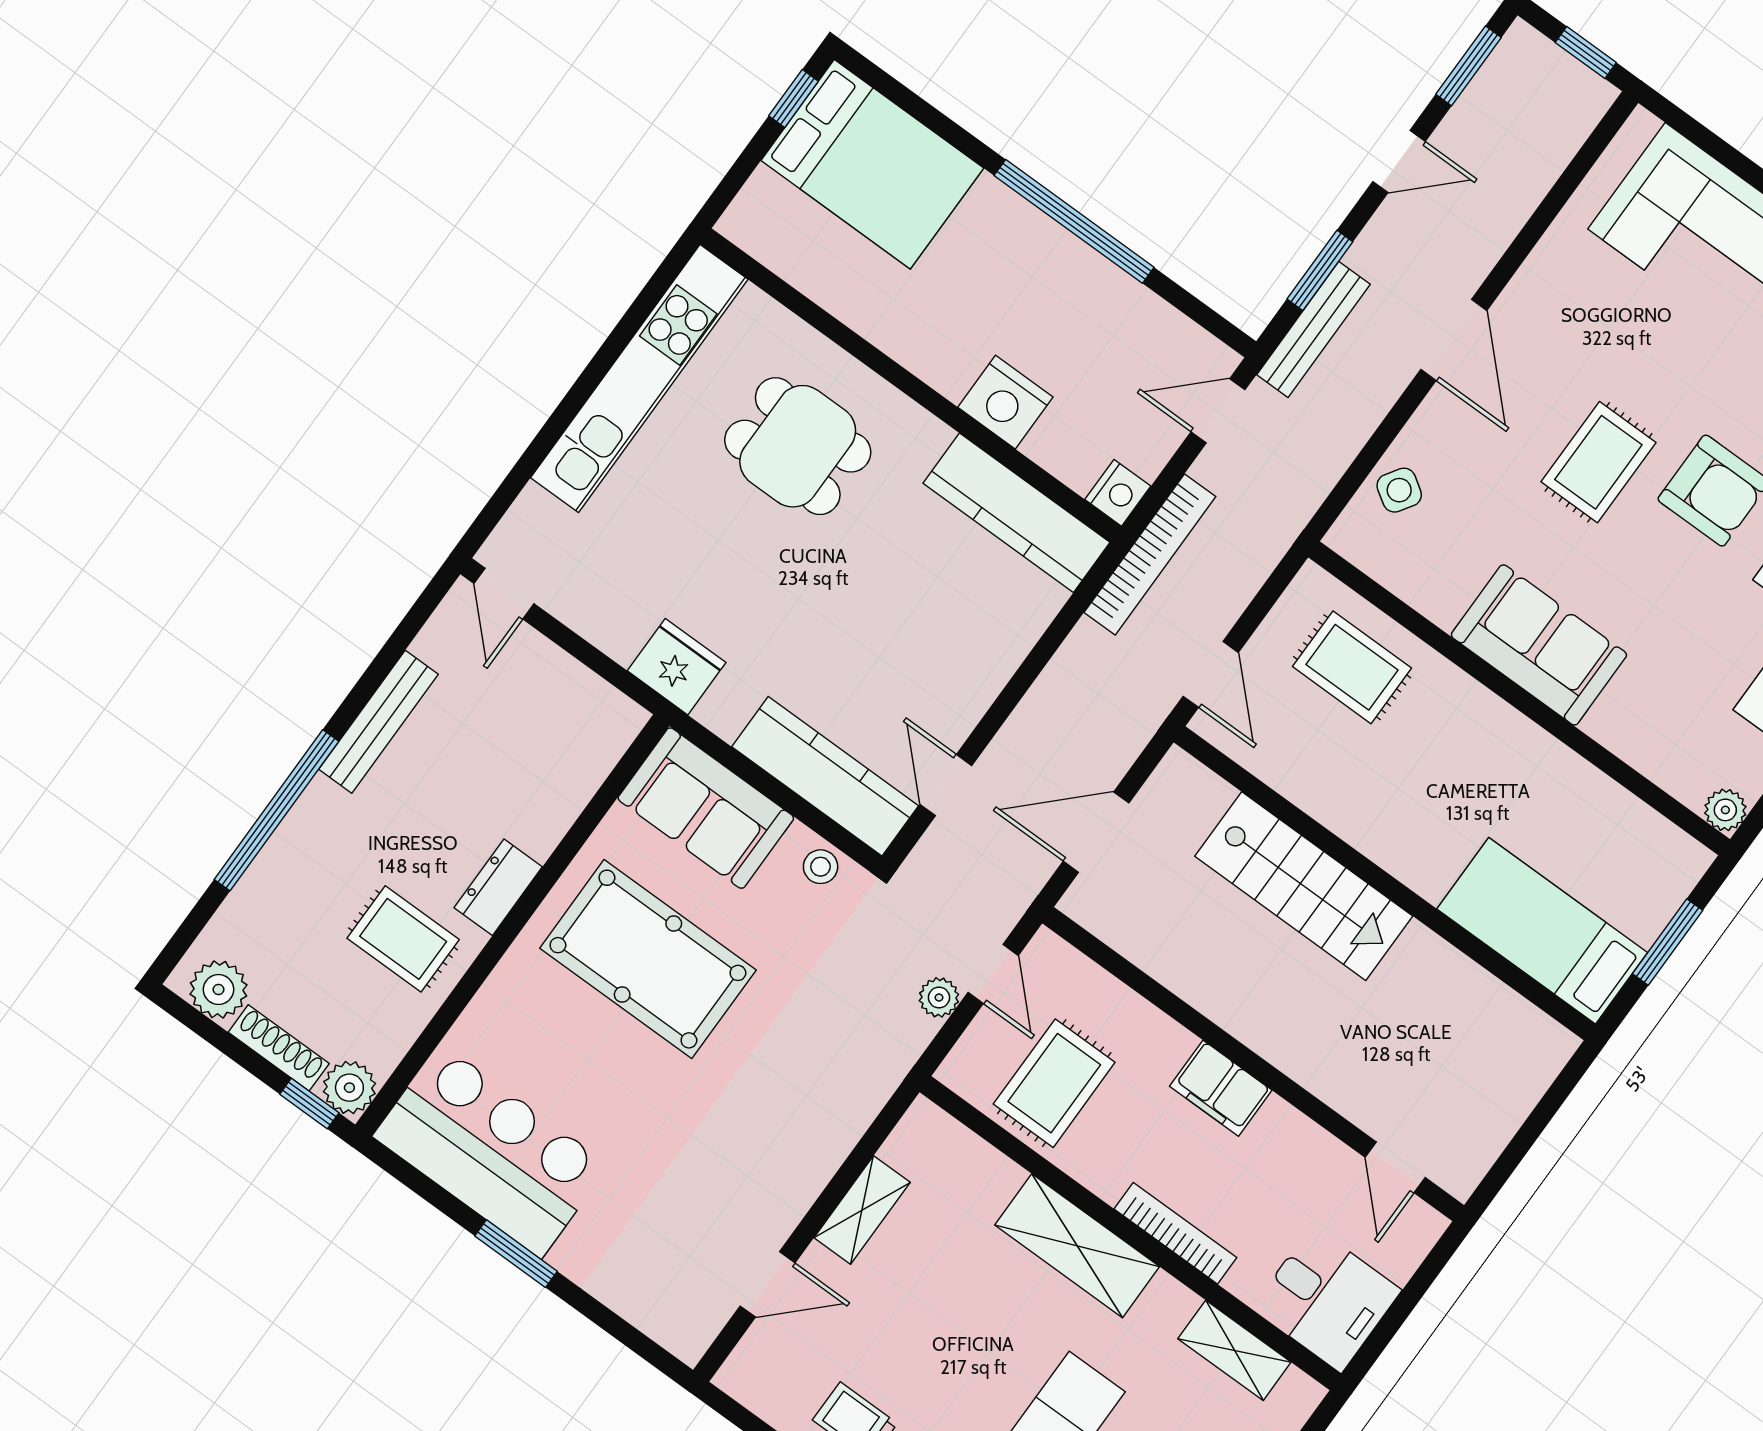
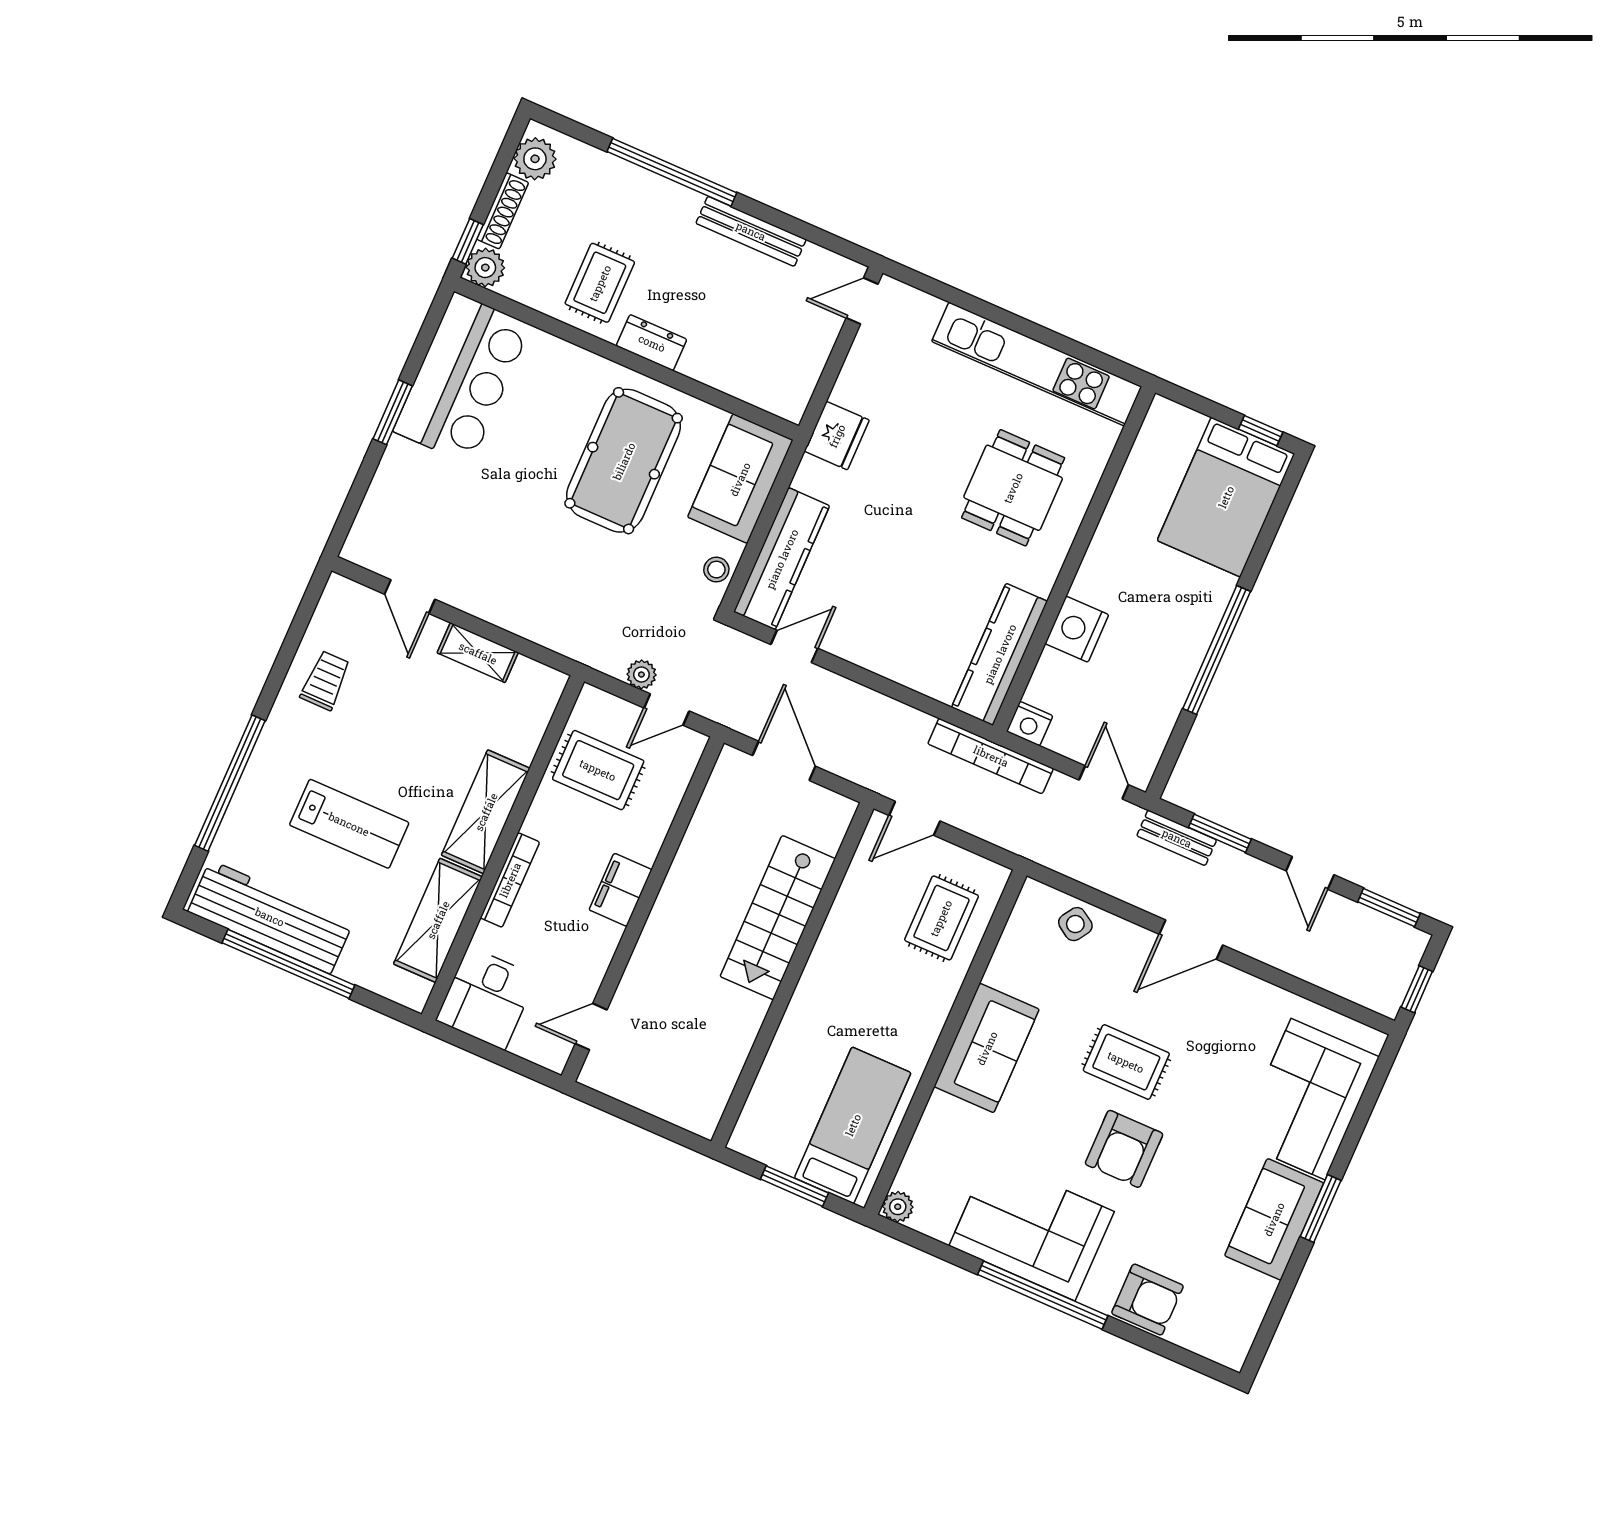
bench: (1313, 330) -> (1177, 838), width x0.73
bed: (1542, 931) -> (853, 1125), moved
shelving: (1234, 1350) -> (438, 920), width x1.50, depth x1.33

